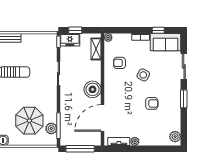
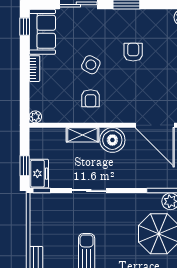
window: (158, 30) -> (25, 27), moved
shelving: (96, 49) -> (82, 135), moved
armchair: (119, 63) -> (91, 98), moved

